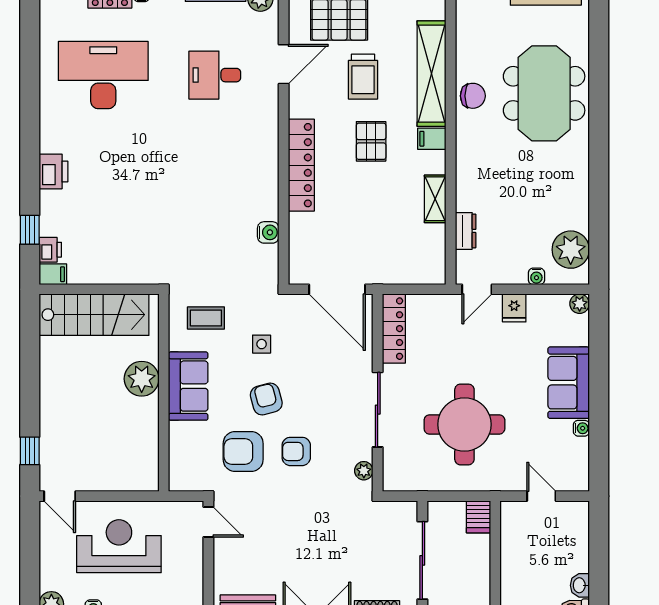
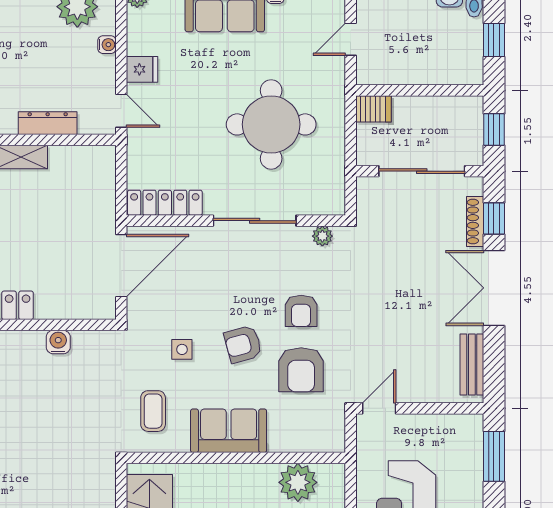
dresser: (466, 231) -> (48, 123), width x1.44
plant: (142, 379) -> (298, 482), moved

